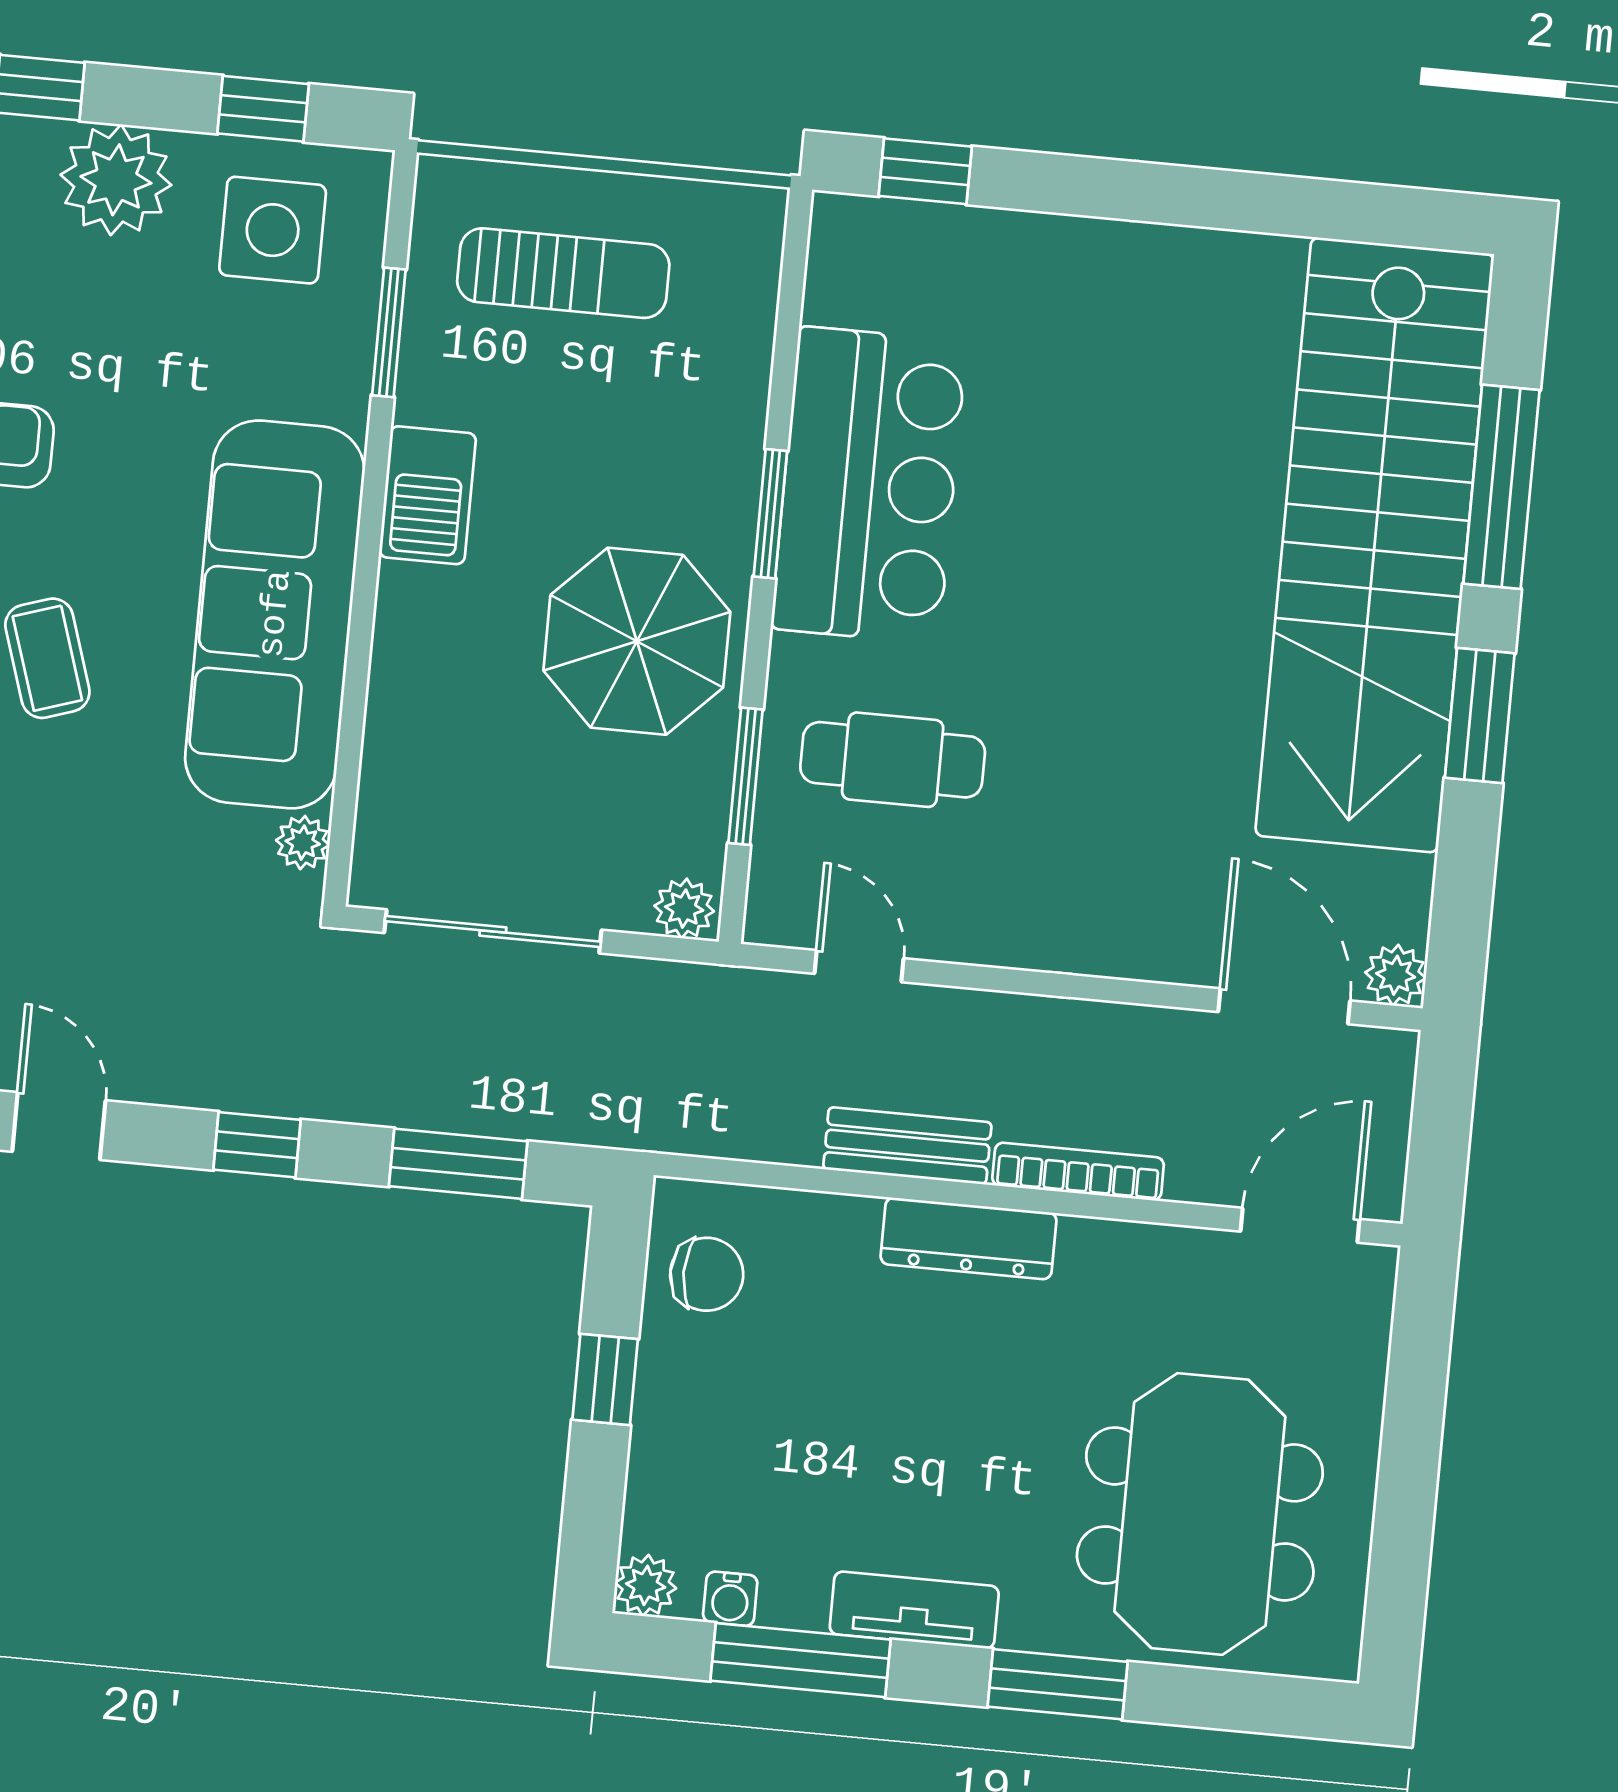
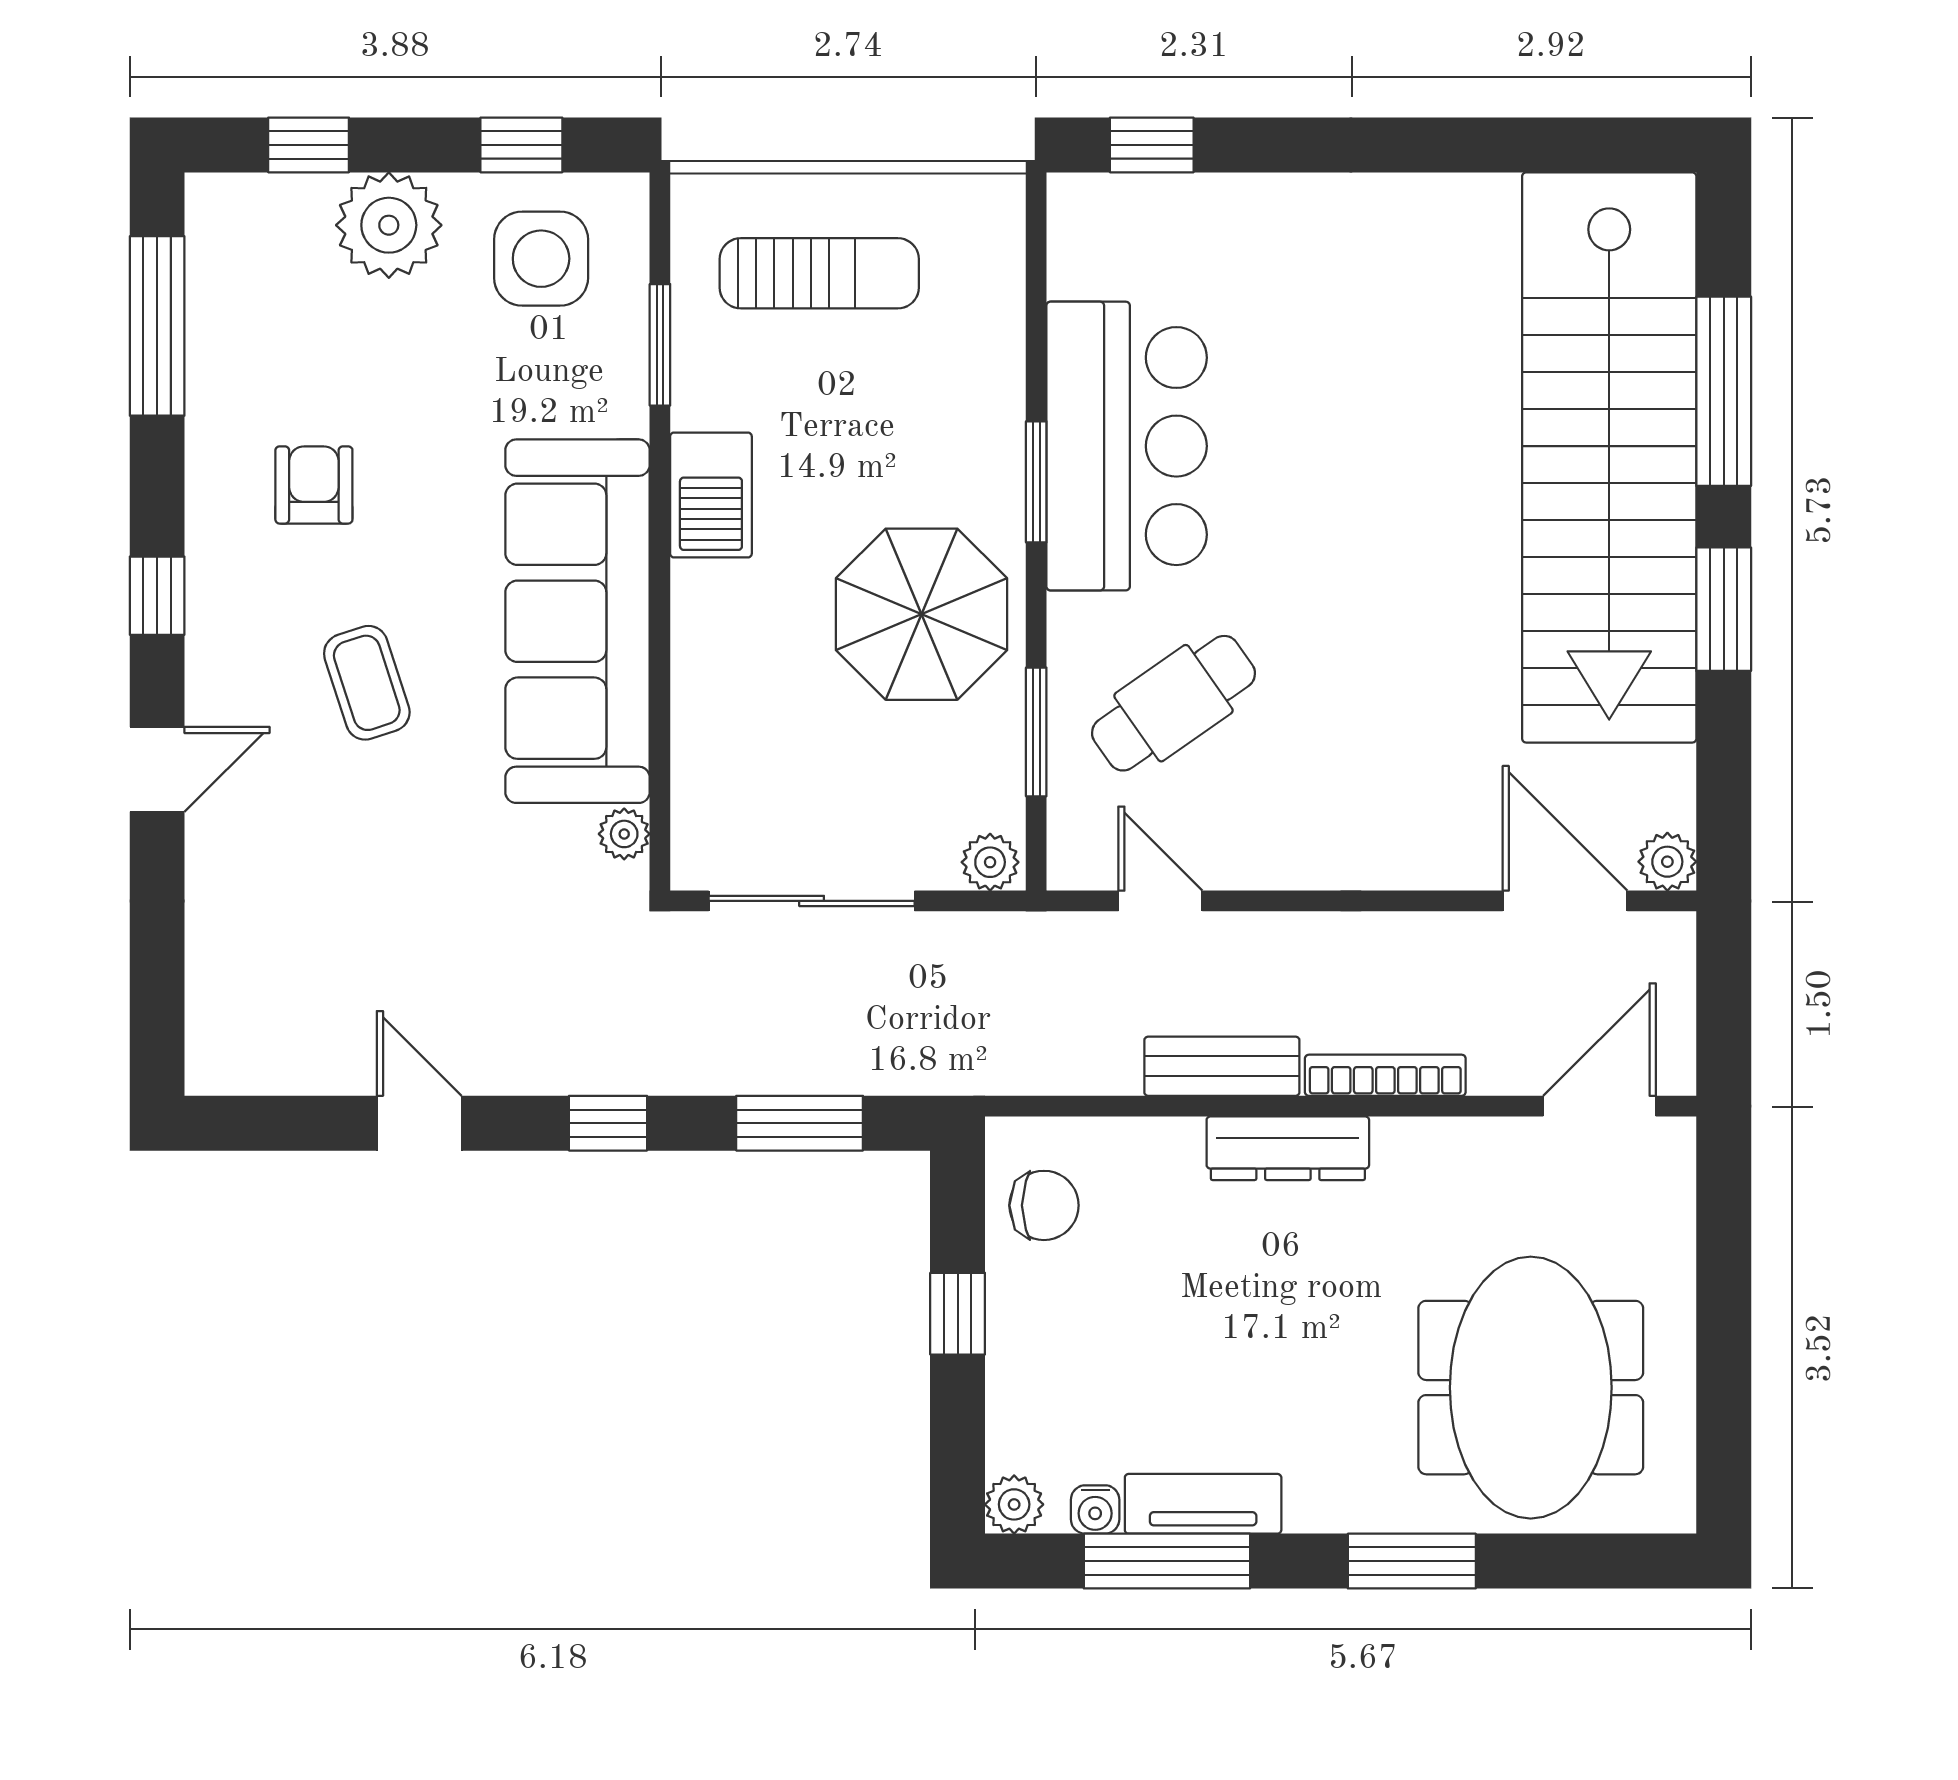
cafe table: (893, 760) -> (1174, 703), turned -35
tv unit: (914, 1610) -> (1203, 1504), moved

